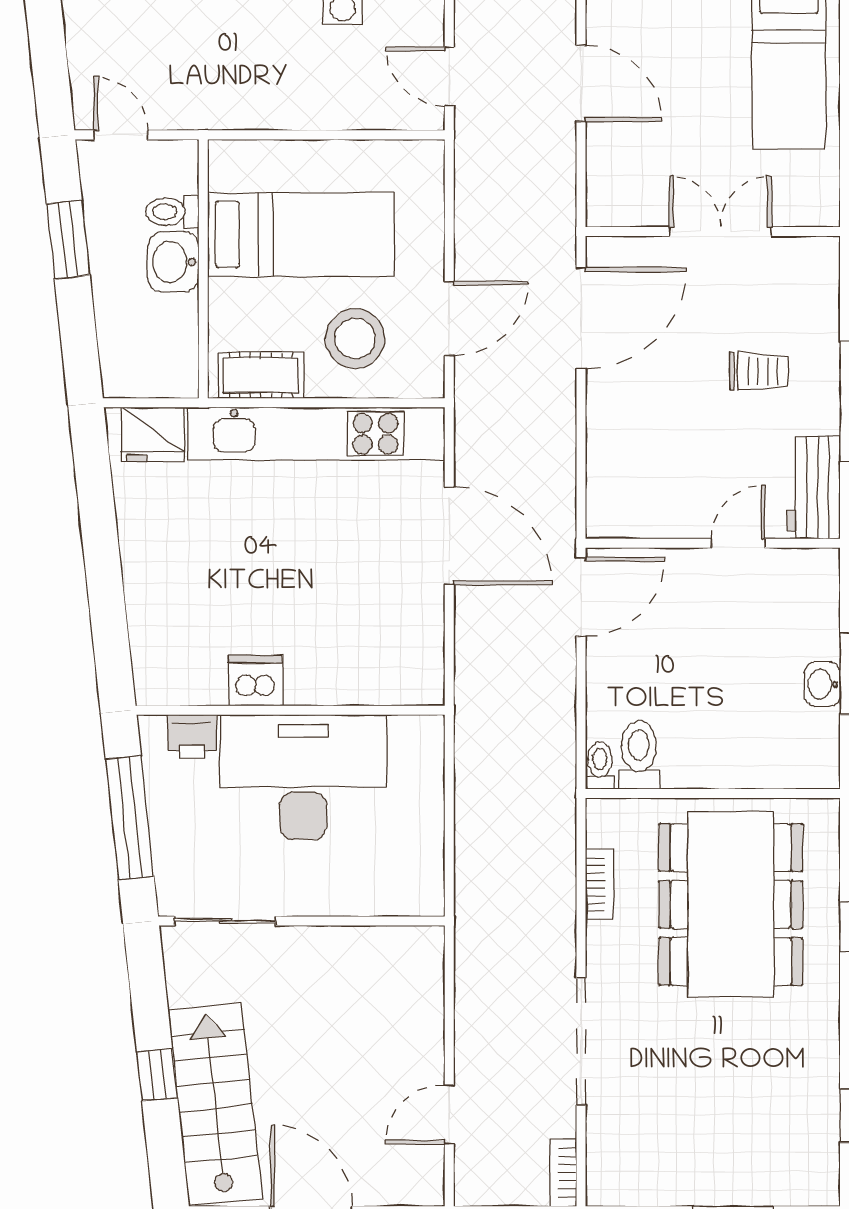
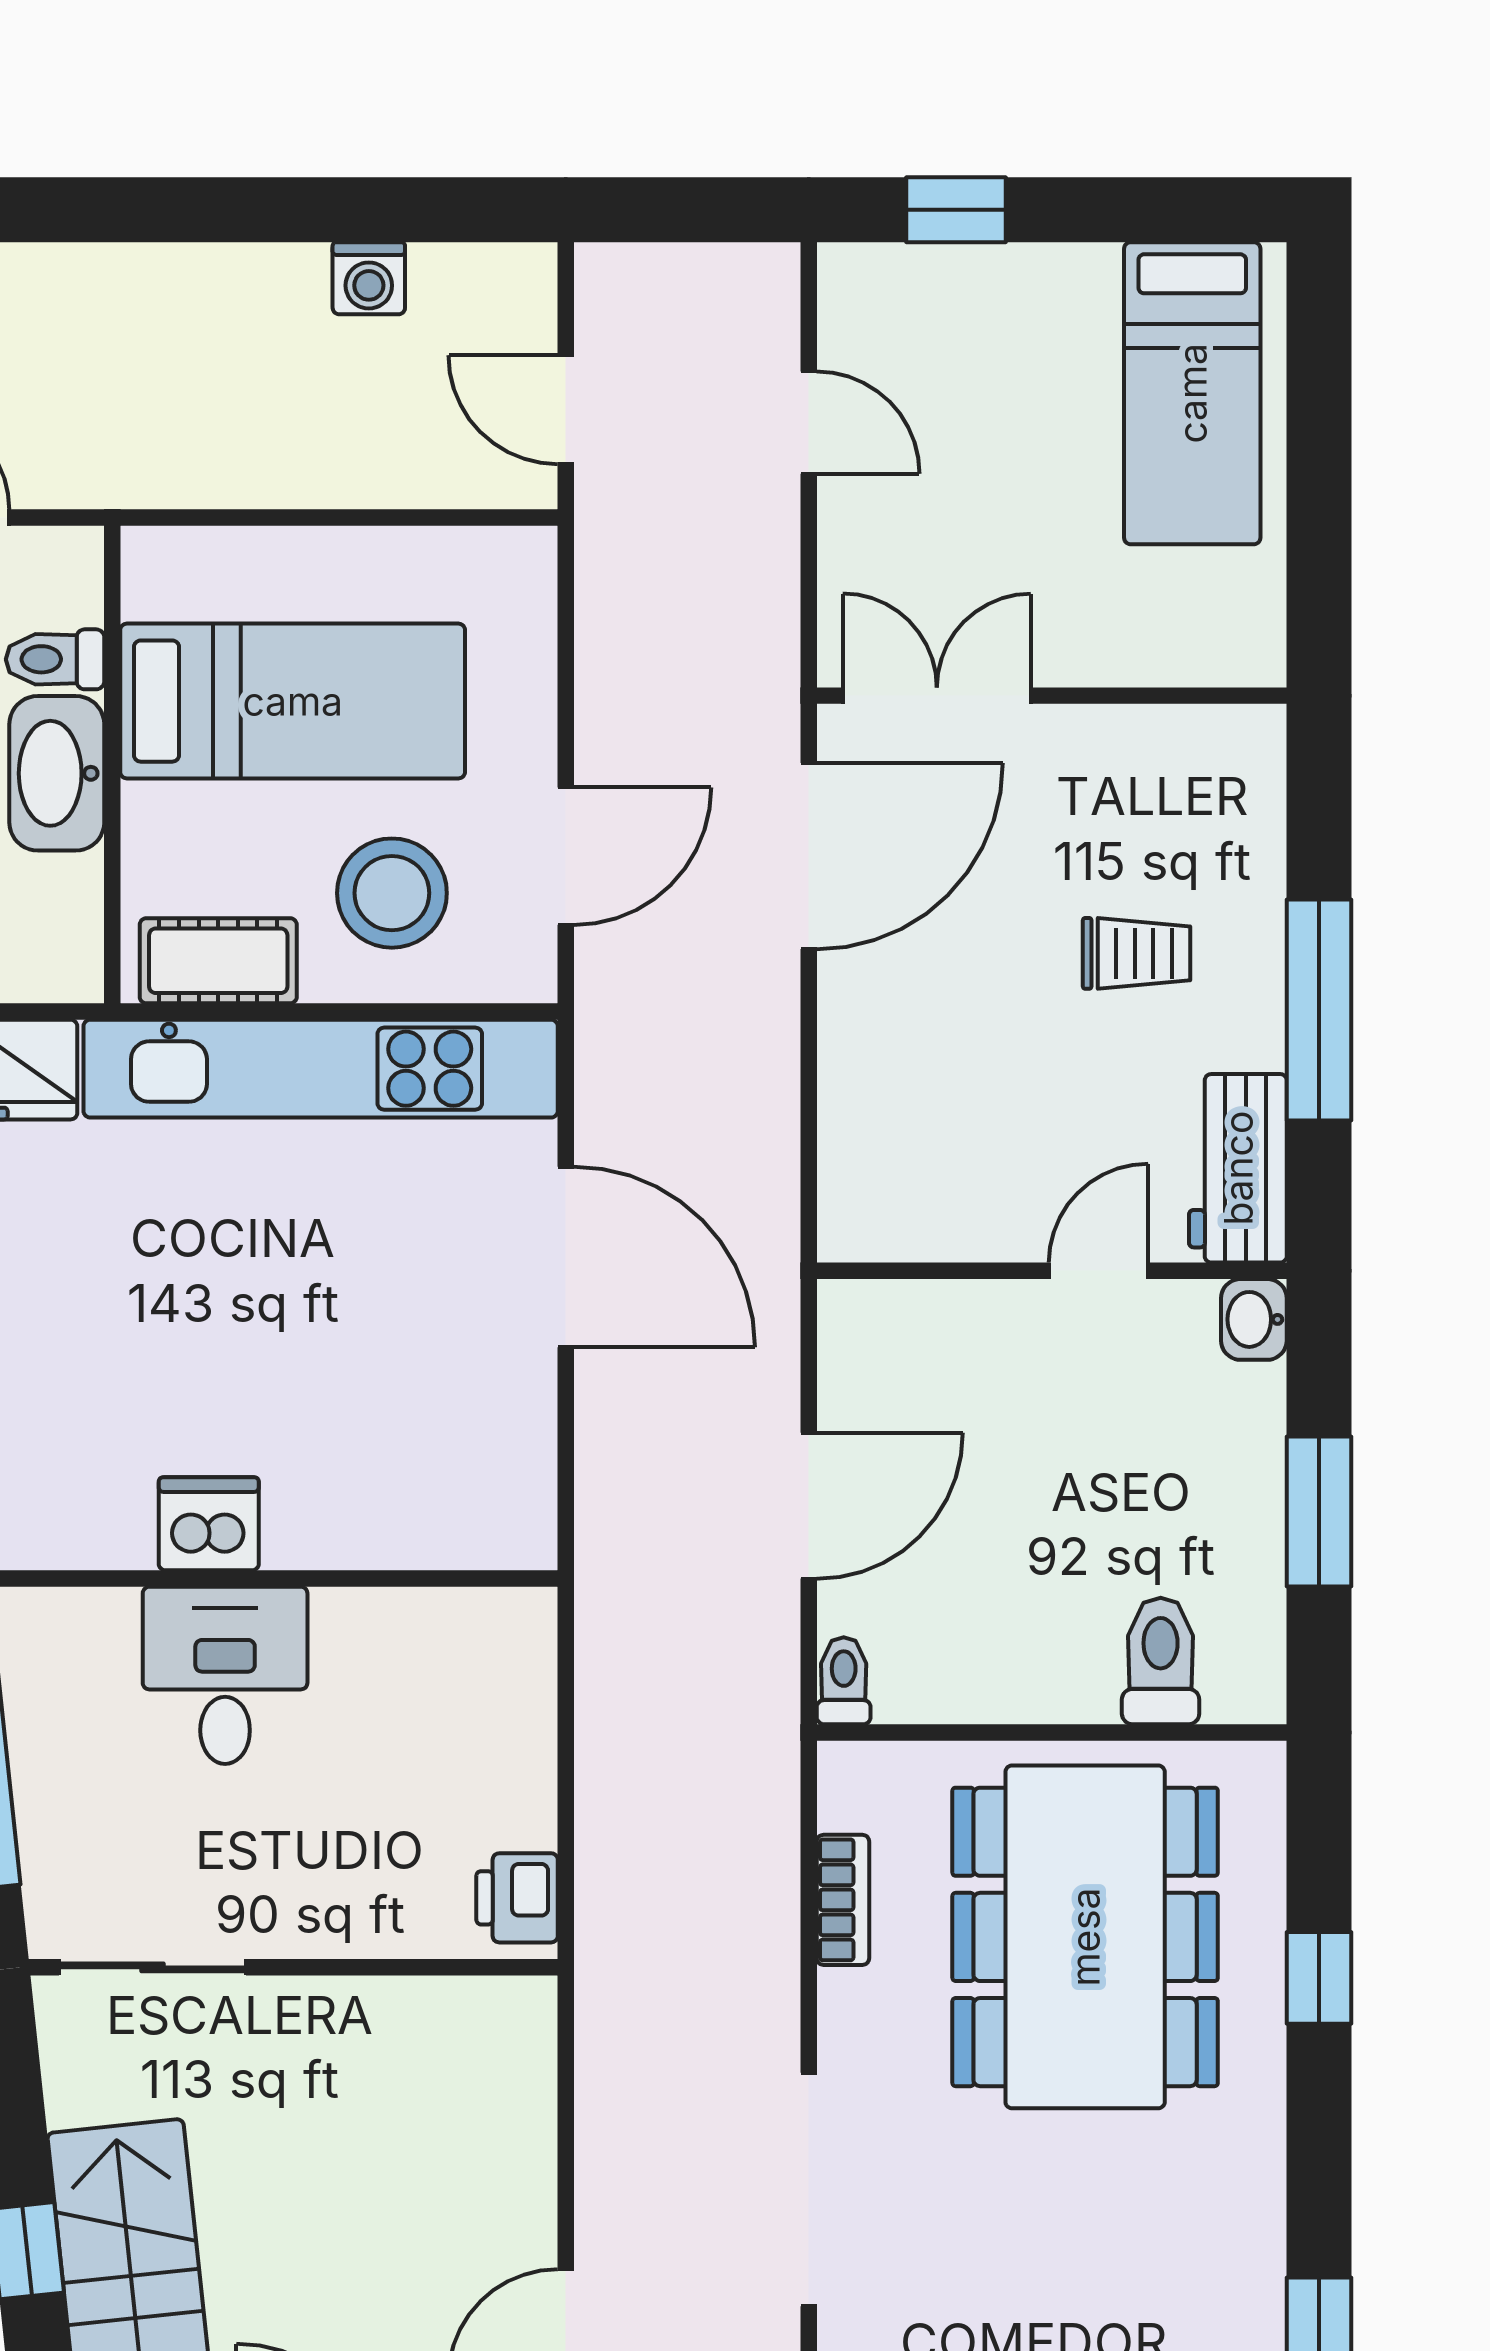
door: (581, 83) -> (809, 423), width x0.73
double door: (720, 231) -> (937, 696), moved
washbasin: (173, 262) -> (57, 773), width x1.38
door: (581, 597) -> (809, 1506), moved
washbasin: (822, 684) -> (1254, 1319), moved
printer: (192, 737) -> (517, 1898), moved, turned 90
toilet: (639, 755) -> (1161, 1661), moved
desk: (303, 777) -> (225, 1675), width x0.53, depth x0.77

